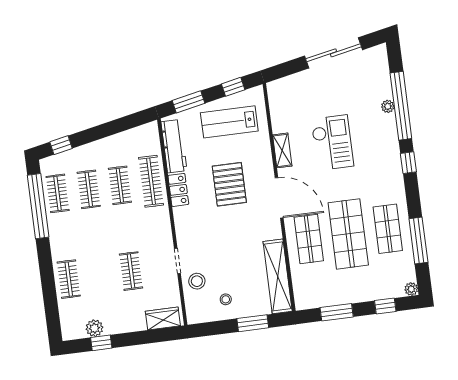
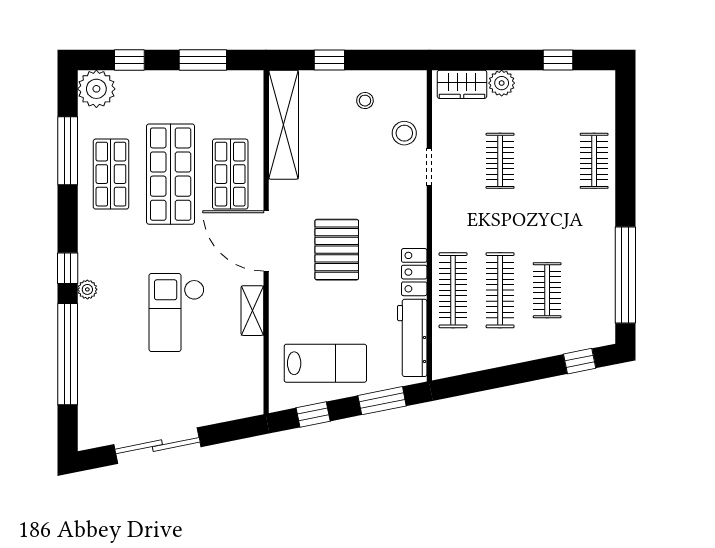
plant: (388, 106) -> (87, 289), moved
pallet: (229, 184) -> (337, 250), moved
clothes rail: (120, 185) -> (500, 290), width x1.36
clothes rail: (58, 193) -> (594, 290), removed
plant: (411, 289) -> (96, 89), width x1.87, depth x1.87
window: (253, 323) -> (329, 60), width x0.67
plant: (94, 328) -> (502, 83), moved

